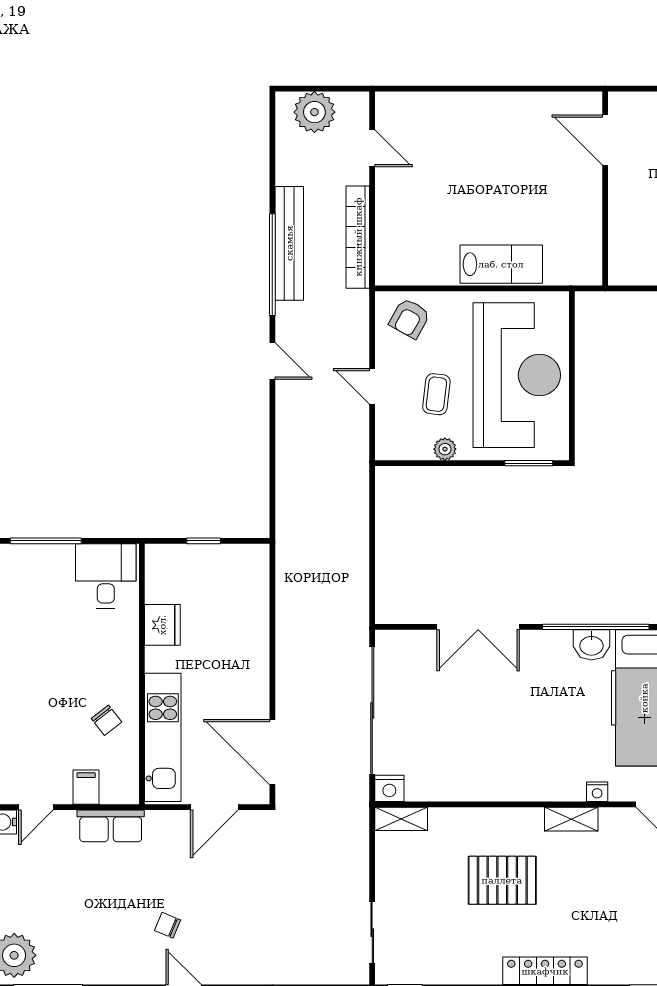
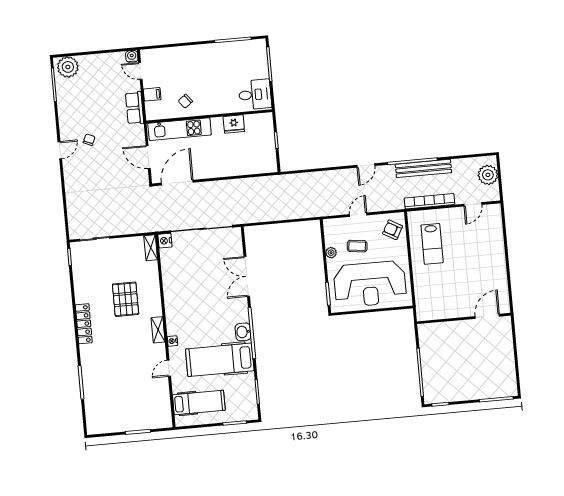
lab bench: (501, 264) -> (432, 244), moved

